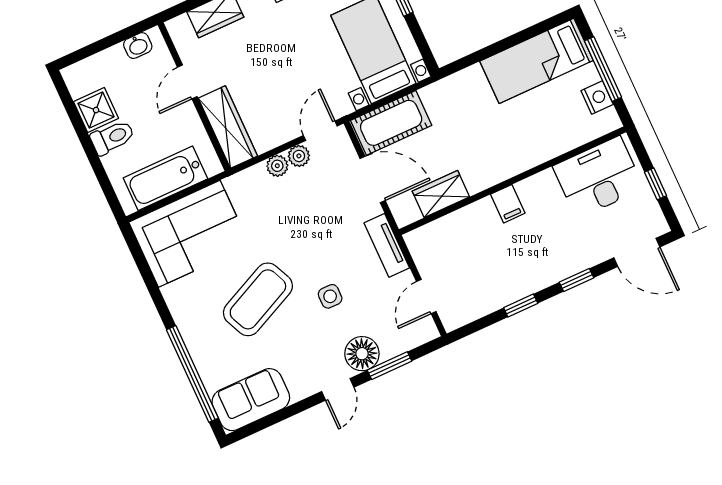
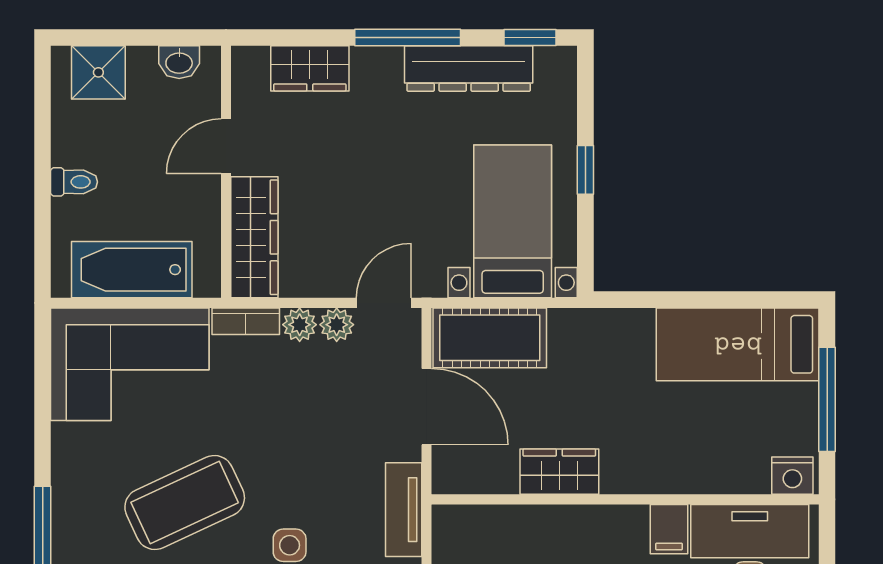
nightstand: (597, 98) -> (792, 476), moved, turned 90
shower: (96, 110) -> (98, 72), moved
toilet: (112, 137) -> (74, 182), width x0.73, depth x0.72
bookcase: (245, 178) -> (246, 321), added
wardrobe: (441, 194) -> (559, 472), moved
filing cabinet: (508, 204) -> (669, 529), moved

